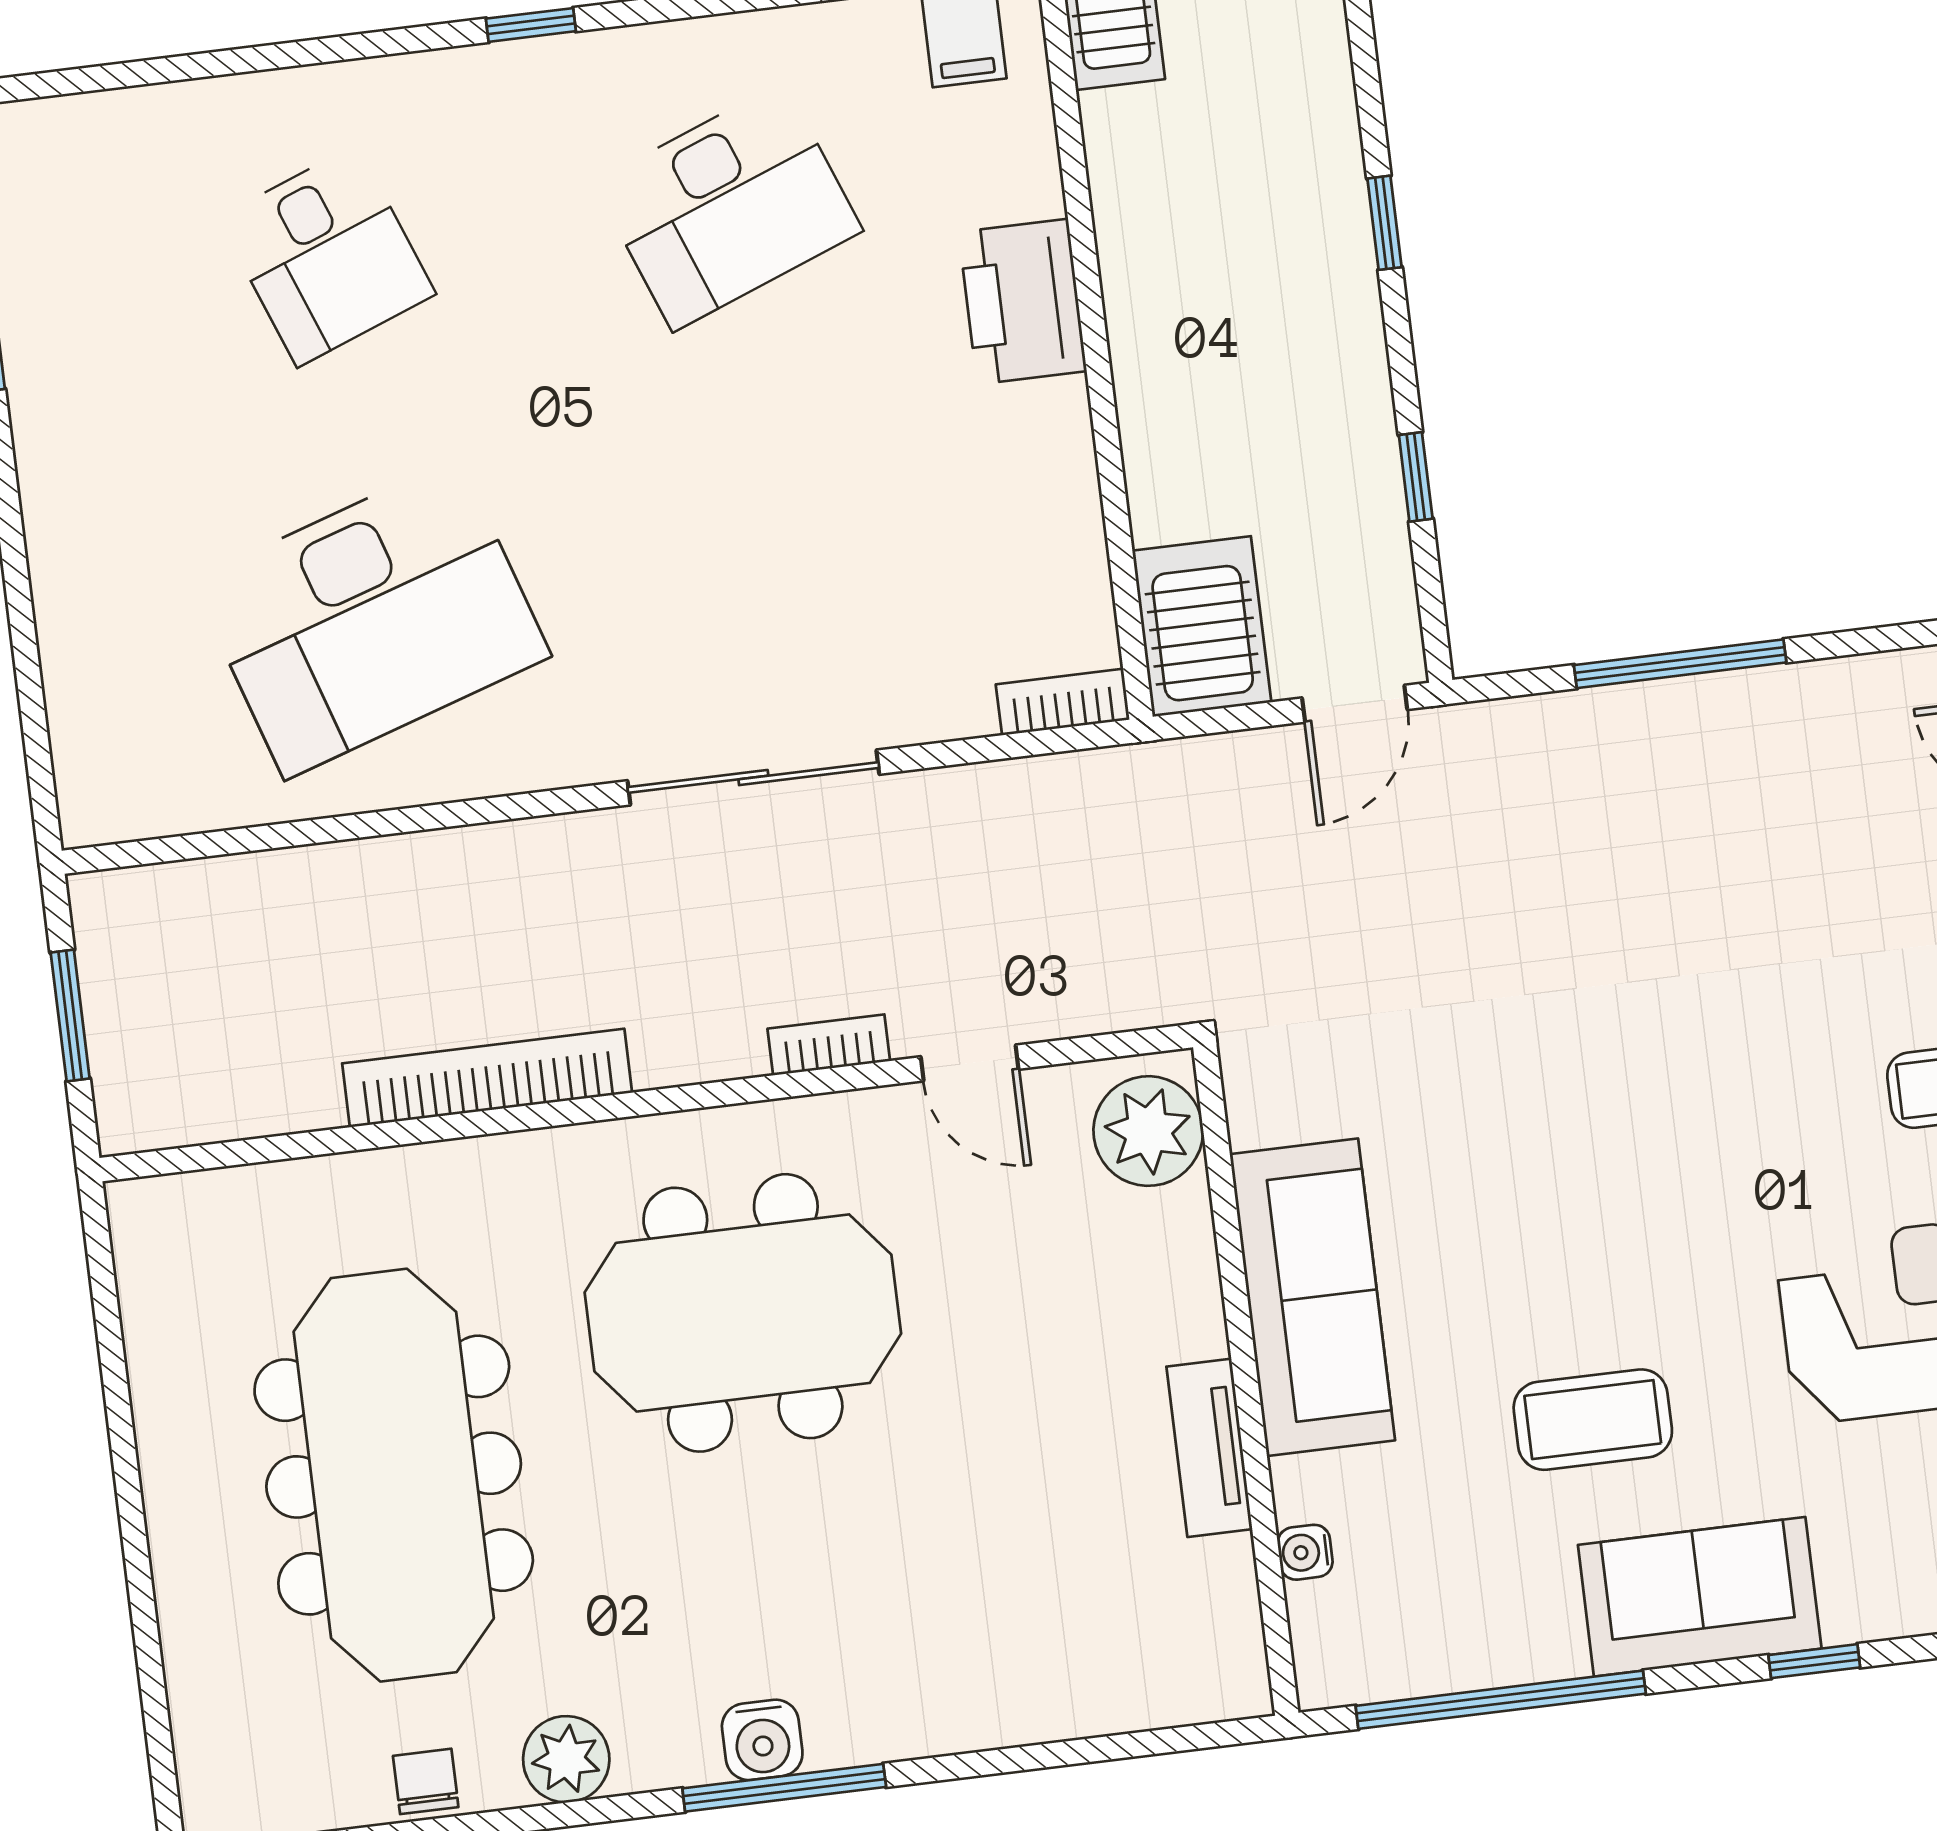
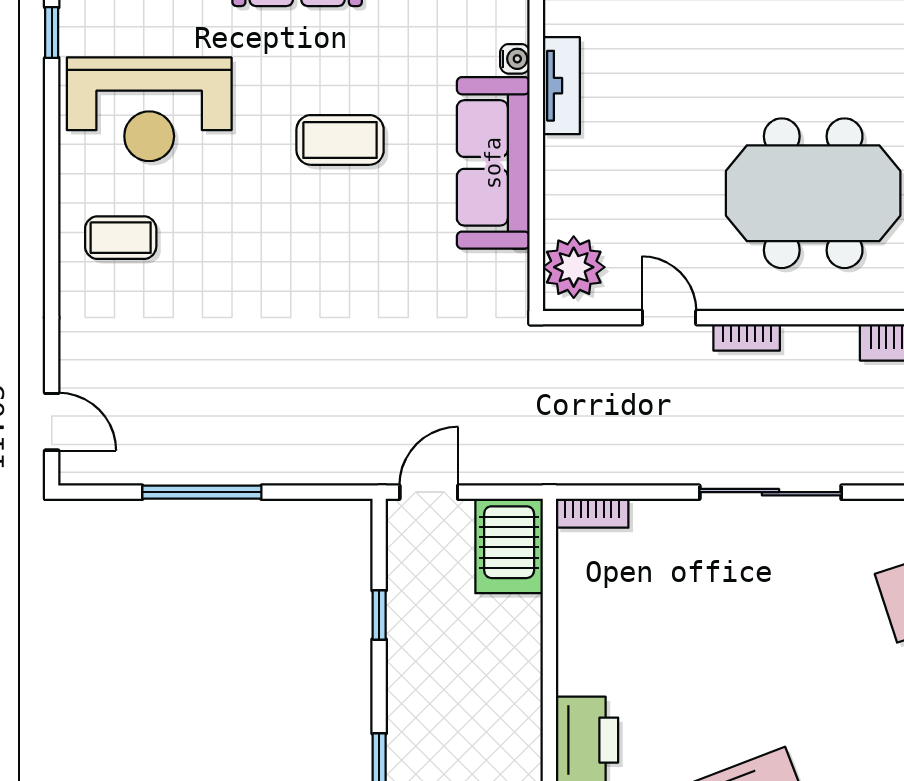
window: (1680, 664) -> (202, 492), moved
coffee table: (1593, 1420) -> (340, 140), moved
water cooler: (1305, 1552) -> (515, 59), moved

